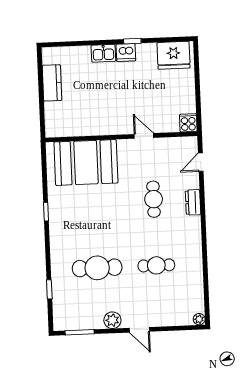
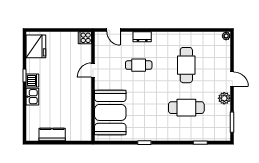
cafe table: (156, 265) -> (186, 65), width x1.37, depth x1.35
cafe table: (97, 268) -> (186, 108), turned 90
door: (139, 330) -> (232, 79), hinge flipped

